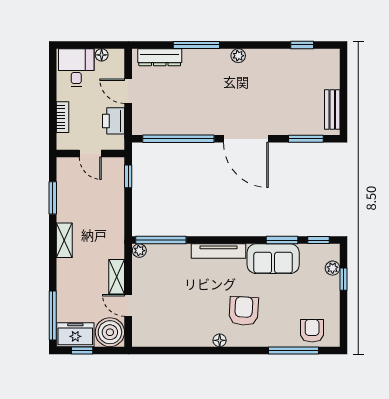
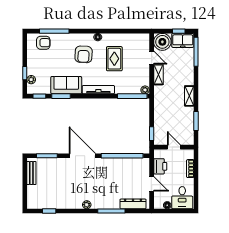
rug: (191, 304) -> (114, 59), added
armchair: (312, 331) -> (43, 43), turned -90

